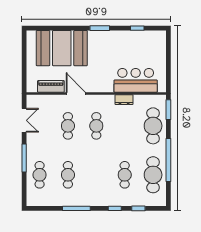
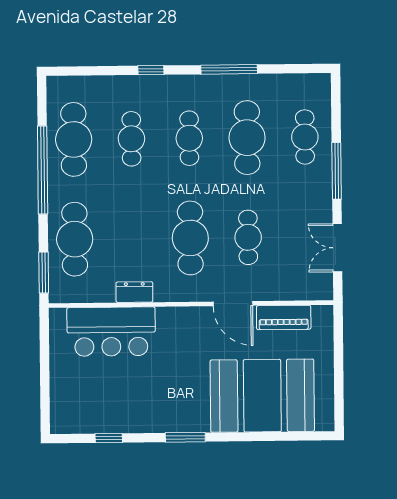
cafe table: (96, 126) -> (190, 238), width x1.37, depth x1.35
cafe table: (68, 175) -> (247, 138), width x1.37, depth x1.35
cafe table: (96, 175) -> (189, 138), added
window: (138, 208) -> (103, 71), removed

